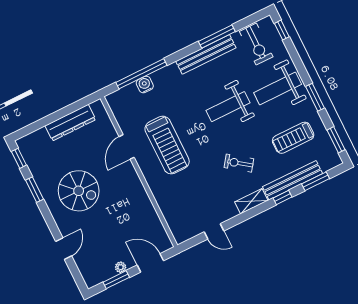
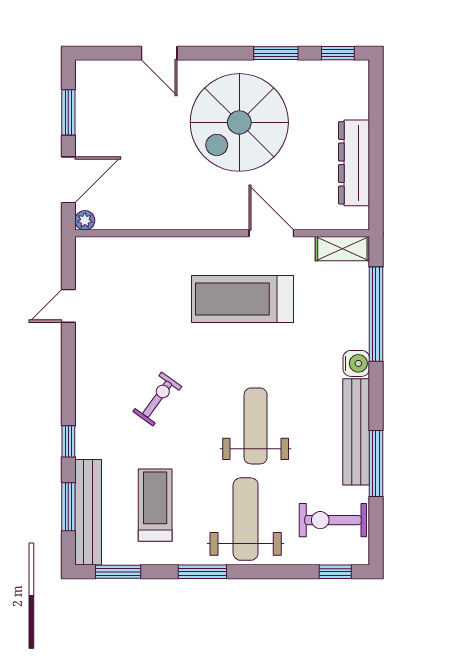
water cooler: (145, 85) -> (356, 363), moved
bench: (293, 180) -> (88, 512), moved
spiral stairs: (79, 191) -> (239, 122), width x1.37, depth x1.37
shelving: (251, 201) -> (342, 249), moved, turned 90
plant: (121, 267) -> (85, 220), moved

